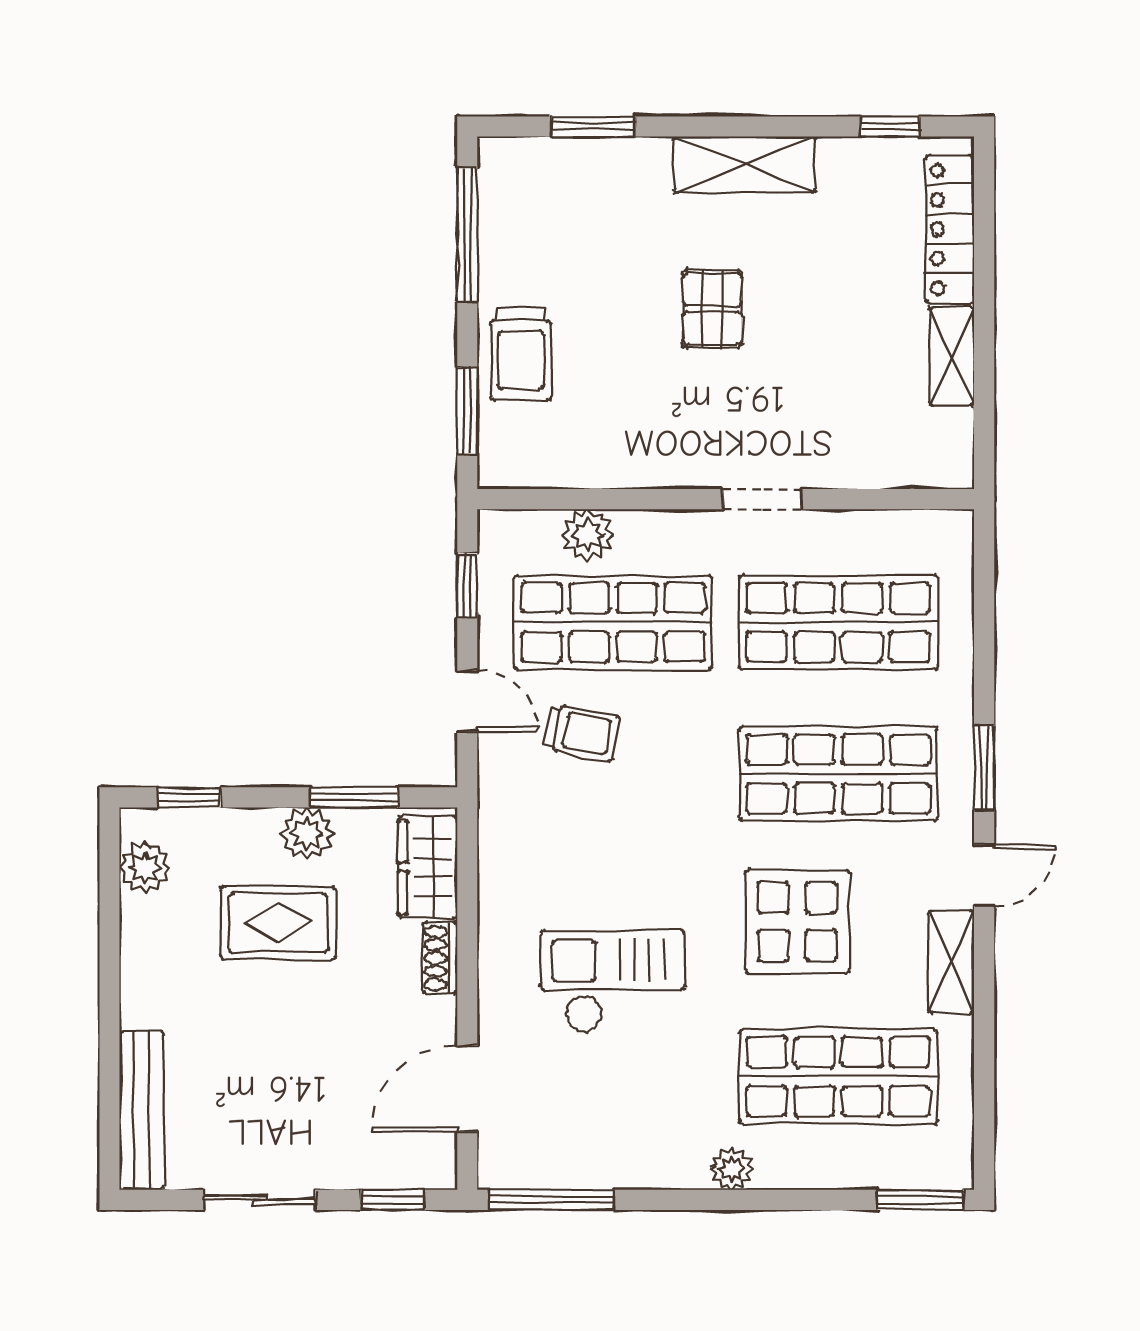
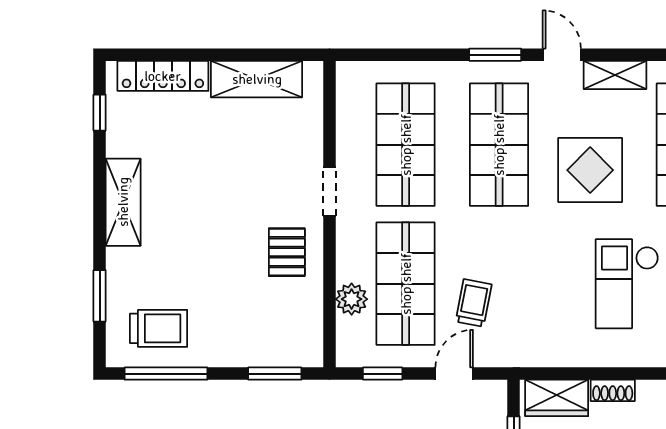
pallet: (712, 309) -> (287, 252), moved, turned 90
trolley: (521, 354) -> (159, 328), moved
shelving: (952, 356) -> (257, 79), width x1.50, depth x1.33

